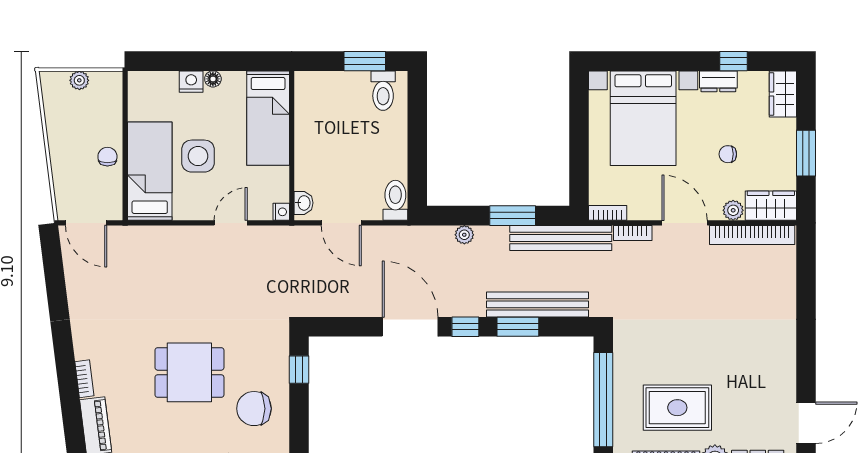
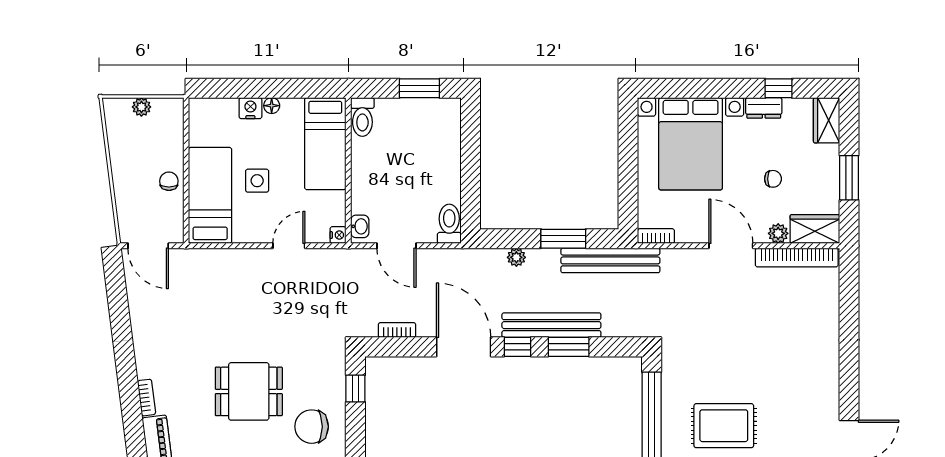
toilet: (383, 91) -> (362, 117), moved
chair: (728, 154) -> (773, 179), turned 180
side table: (198, 156) -> (257, 181), width x0.73, depth x0.73
bookcase: (633, 233) -> (397, 330), moved, turned 180
bench: (538, 304) -> (551, 325), moved

